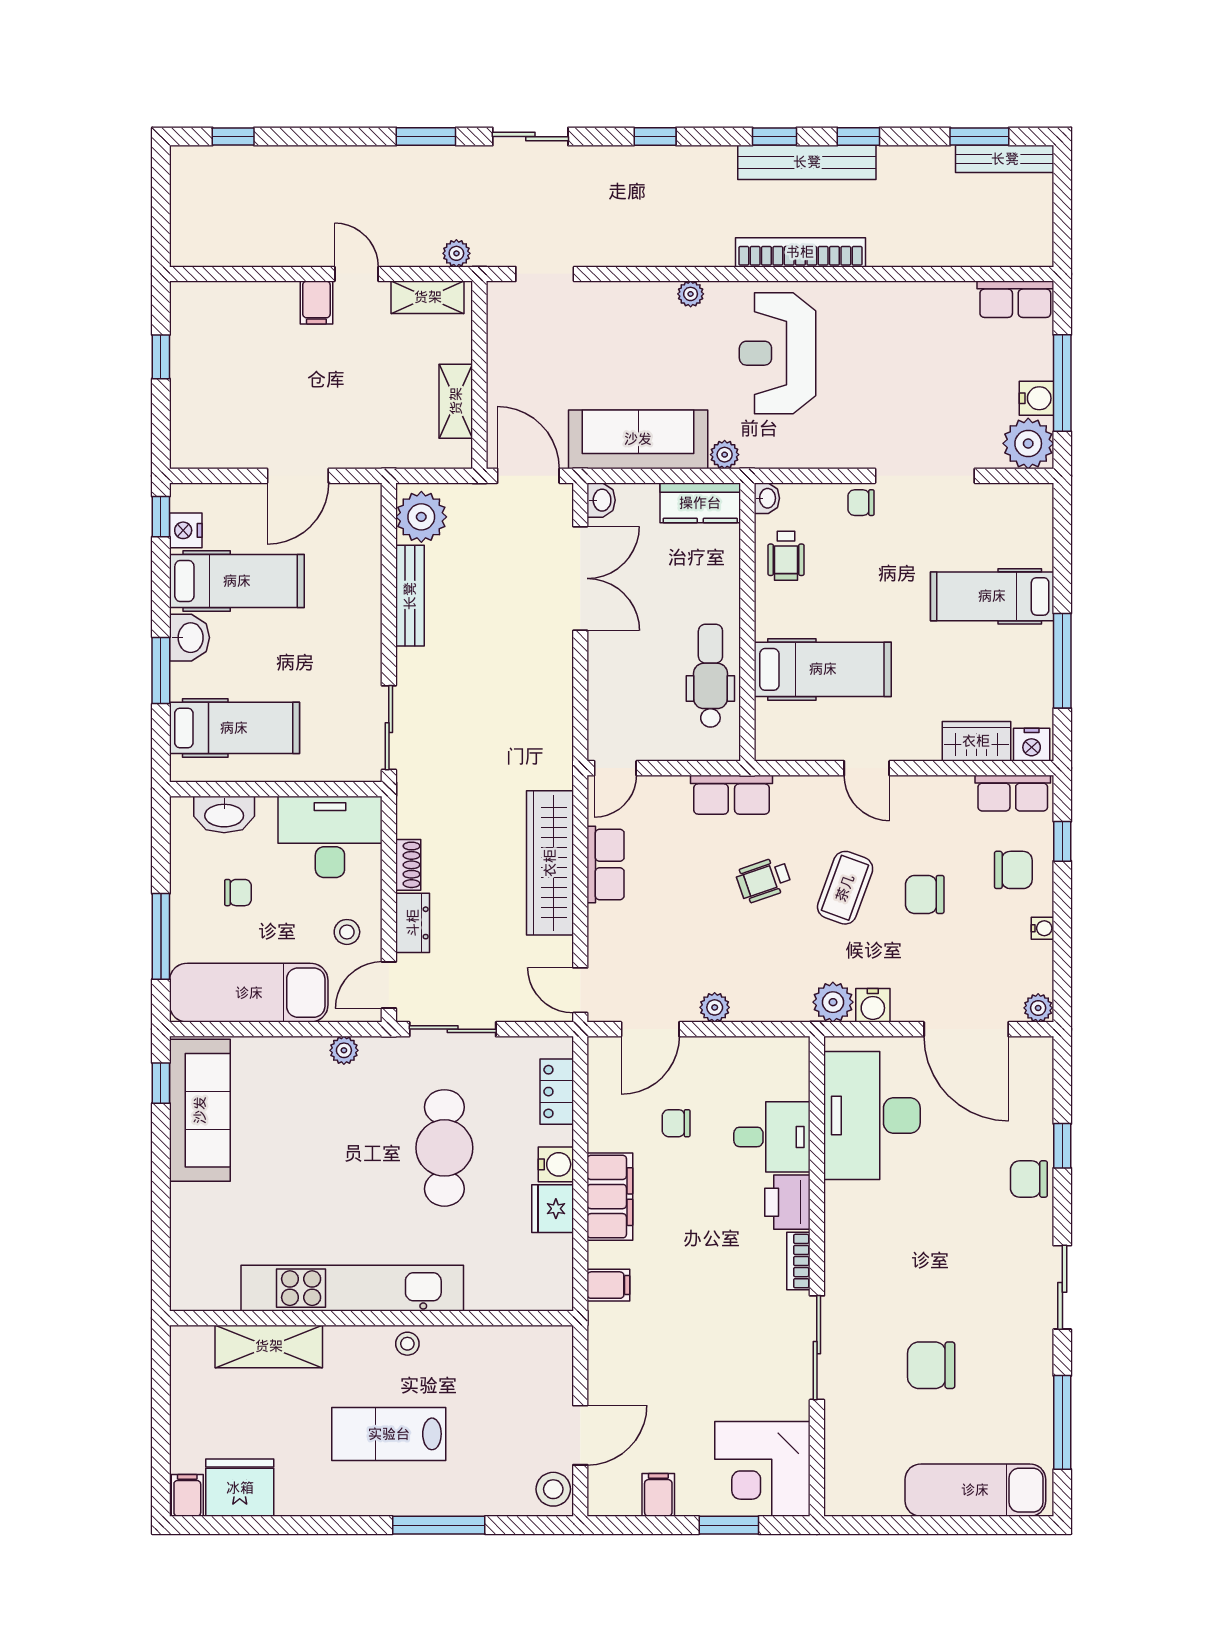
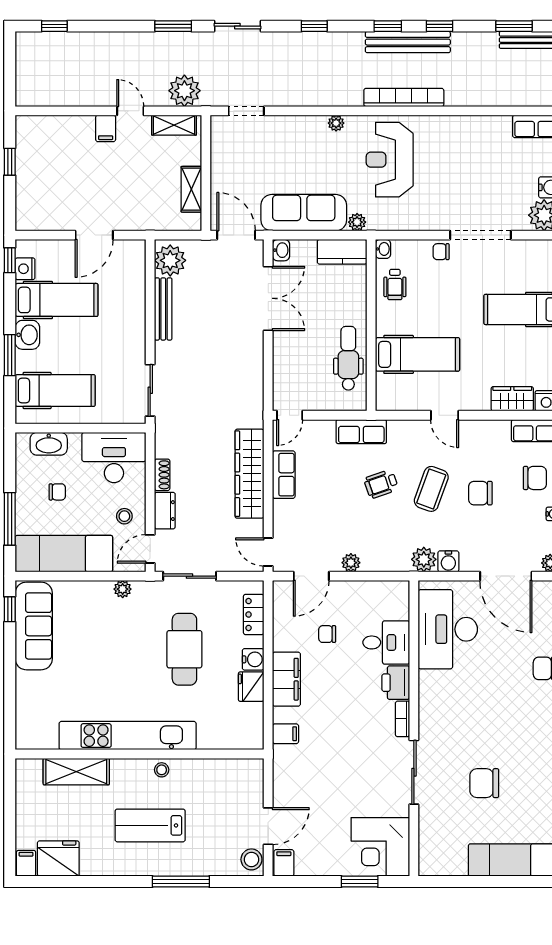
plant: (456, 253) -> (184, 91), width x1.88, depth x1.88
filing cabinet: (658, 1495) -> (284, 863), moved

